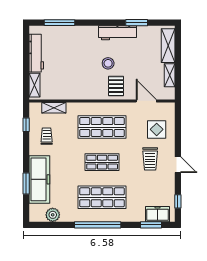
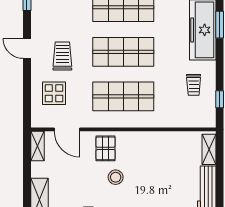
shelving: (170, 75) -> (37, 146), moved
shelving: (54, 108) -> (184, 121), removed
shop shelf: (102, 162) -> (123, 52), width x1.43, depth x1.36

